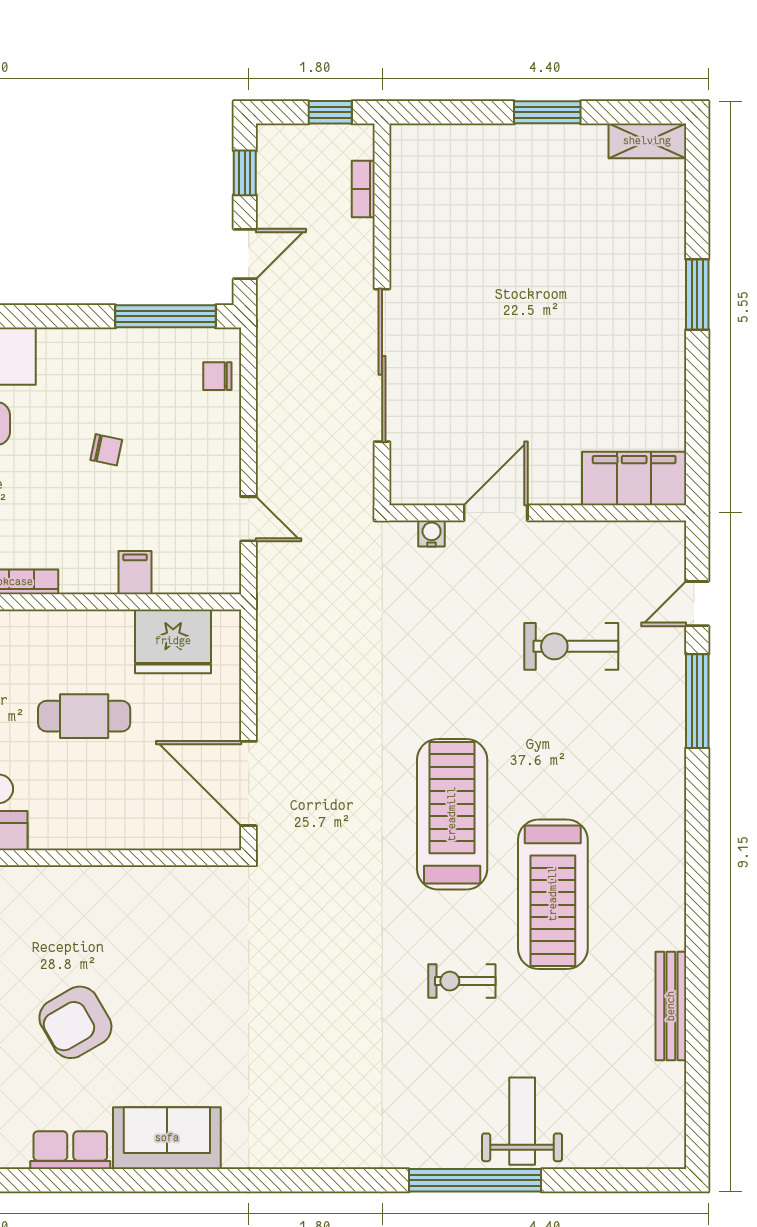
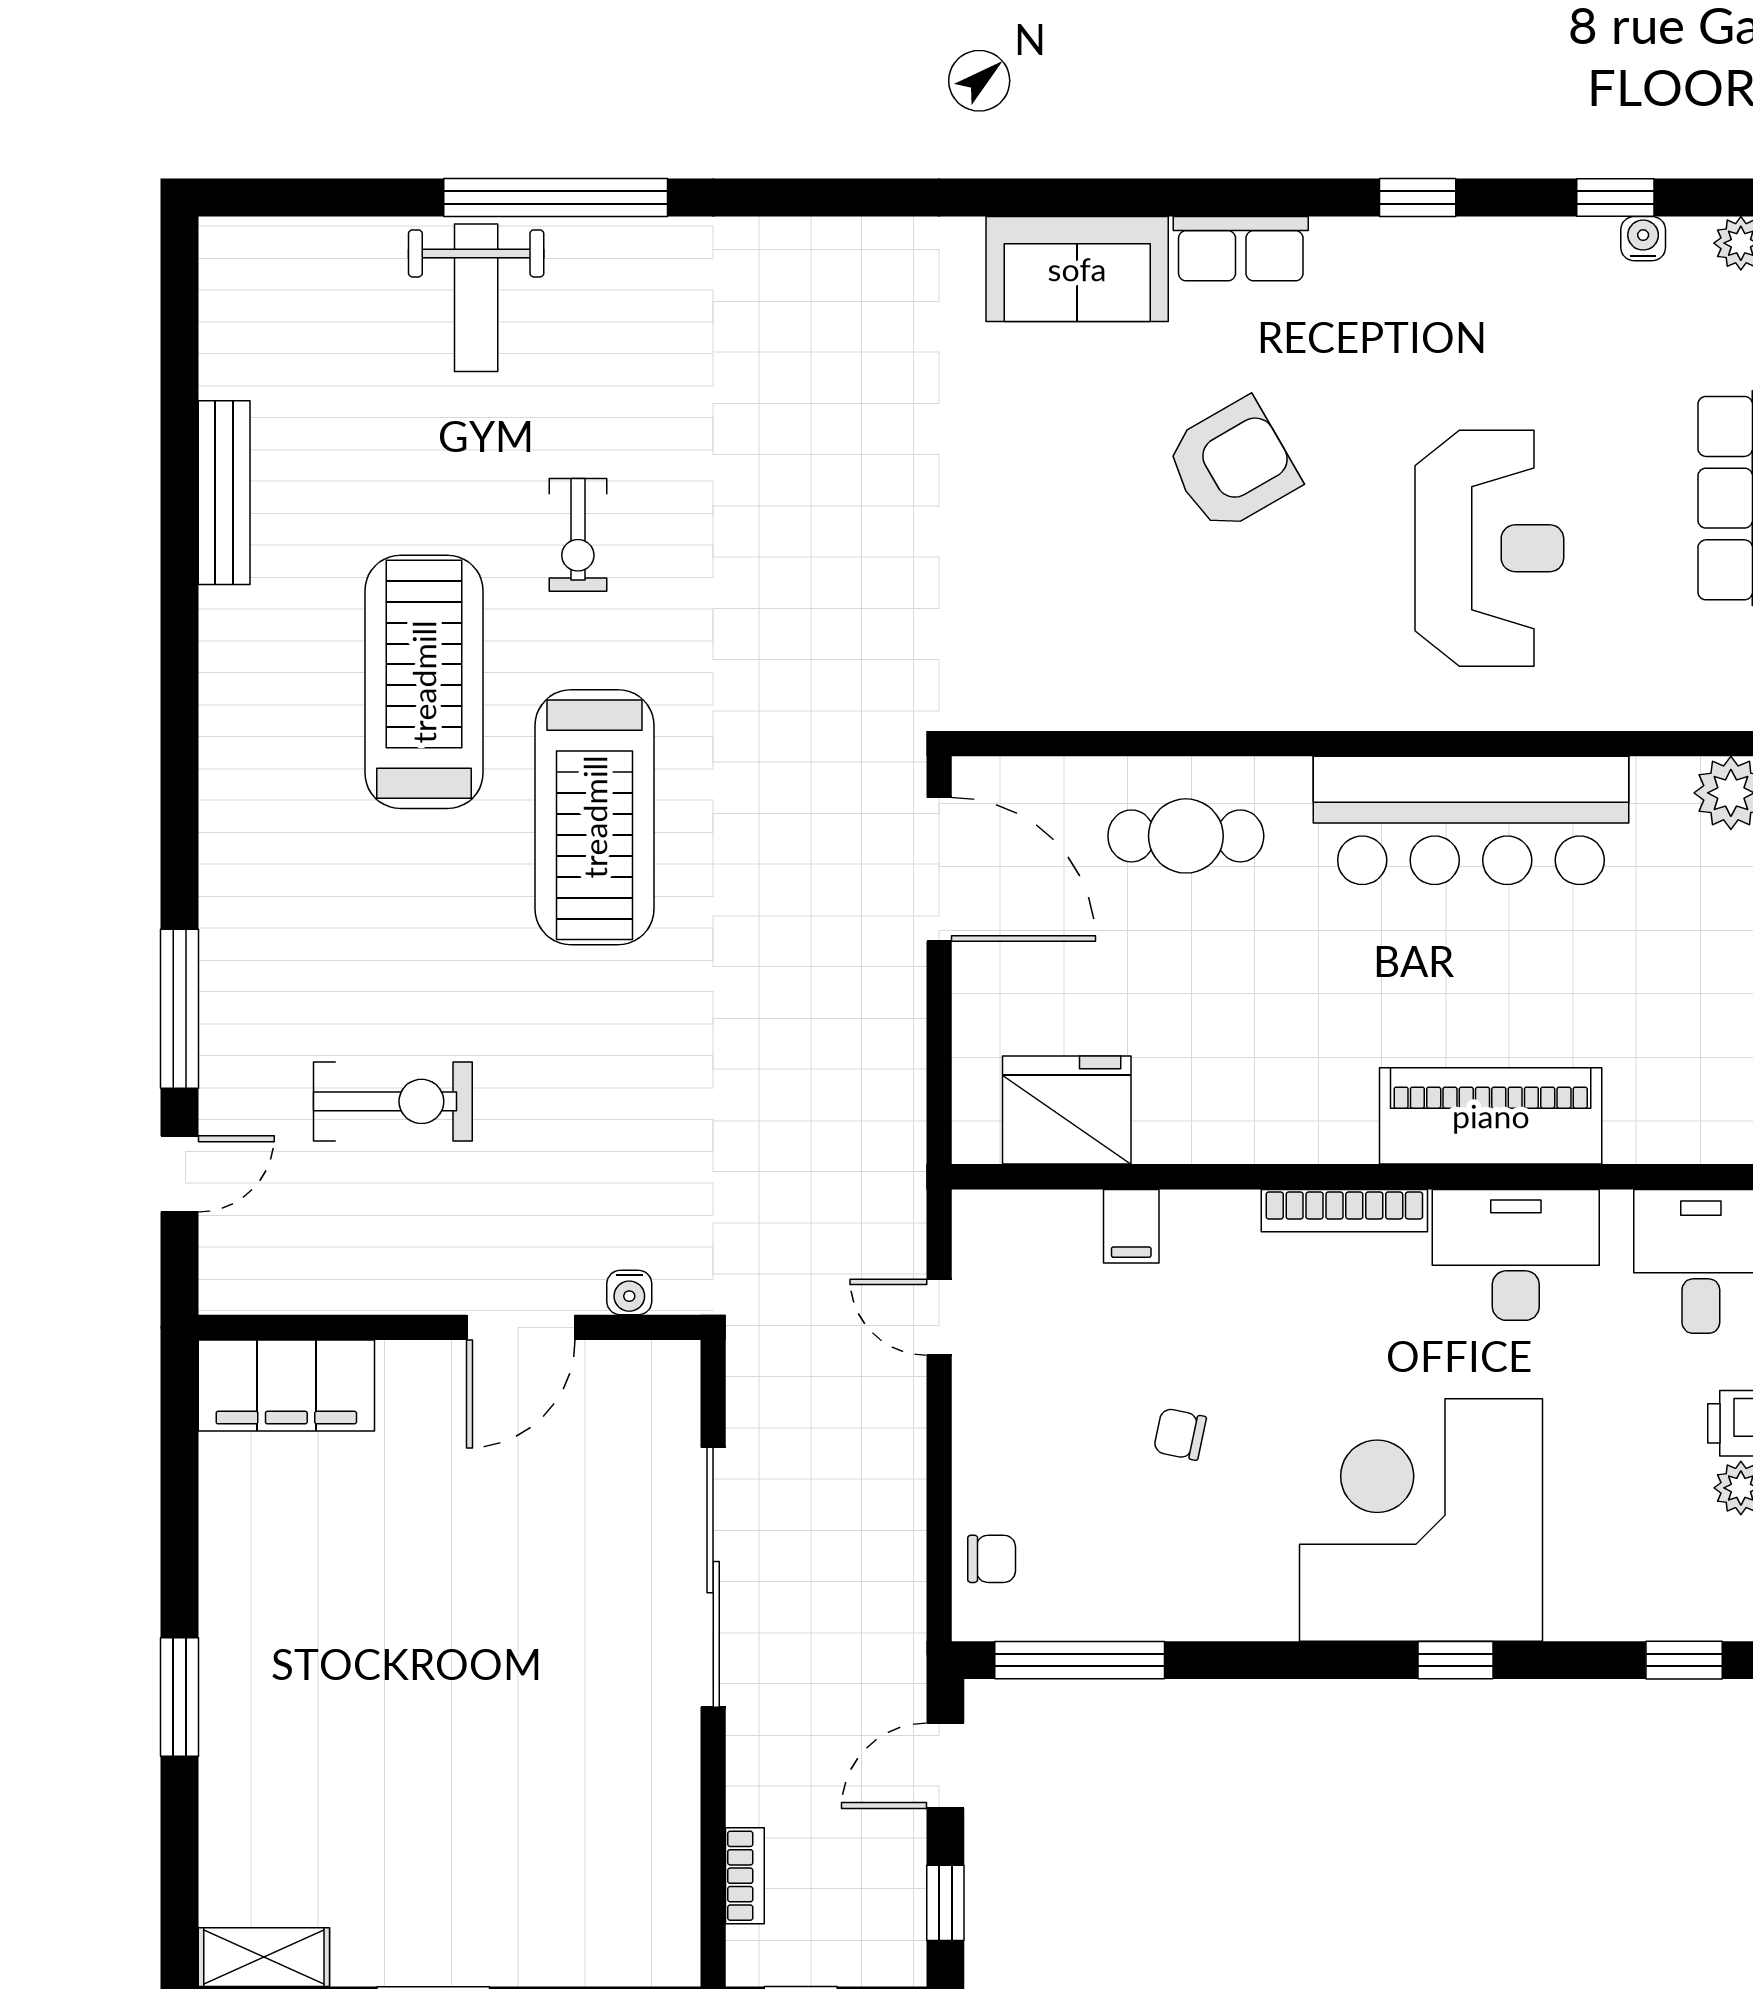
cafe table: (84, 716) -> (1186, 836), moved
exercise bike: (462, 981) -> (578, 535), turned 90

